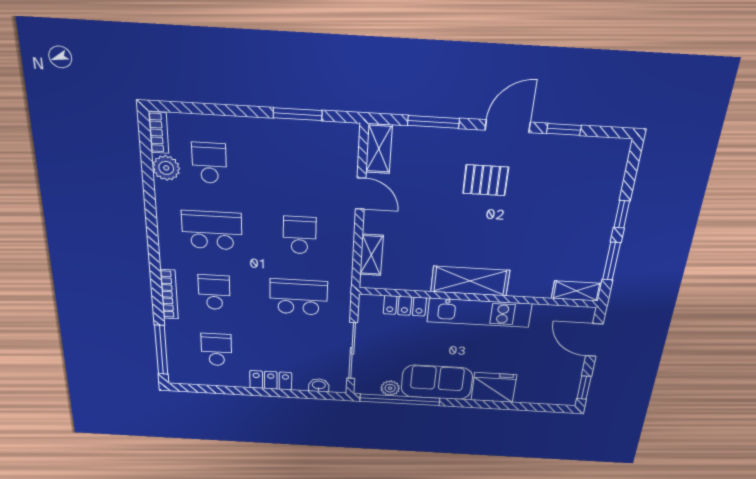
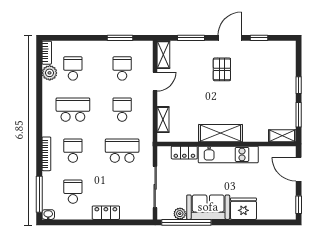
school desk: (301, 168) -> (122, 68), added
pallet: (486, 180) -> (222, 69), turned 90
door: (361, 194) -> (155, 82), hinge flipped
washbasin: (319, 385) -> (48, 215), moved

